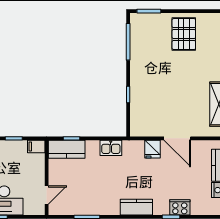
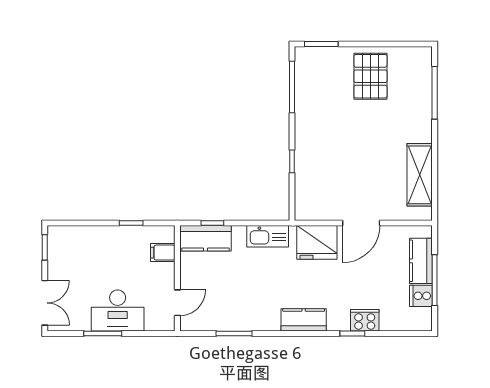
door: (177, 138) -> (361, 223), hinge flipped
filing cabinet: (36, 146) -> (163, 253), moved
kitchen sink: (111, 148) -> (268, 236), width x1.38
fridge: (153, 149) -> (317, 242), width x1.88, depth x1.34

